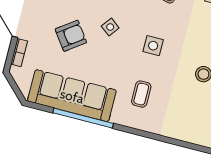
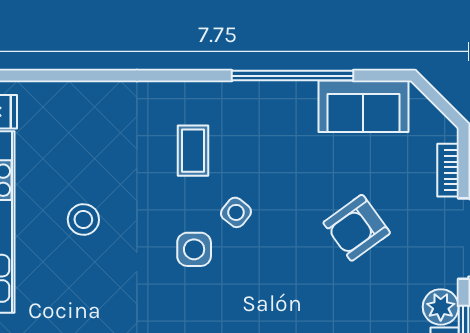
side table: (110, 27) -> (236, 212), moved
sofa: (72, 96) -> (363, 106), width x0.54, depth x0.79

